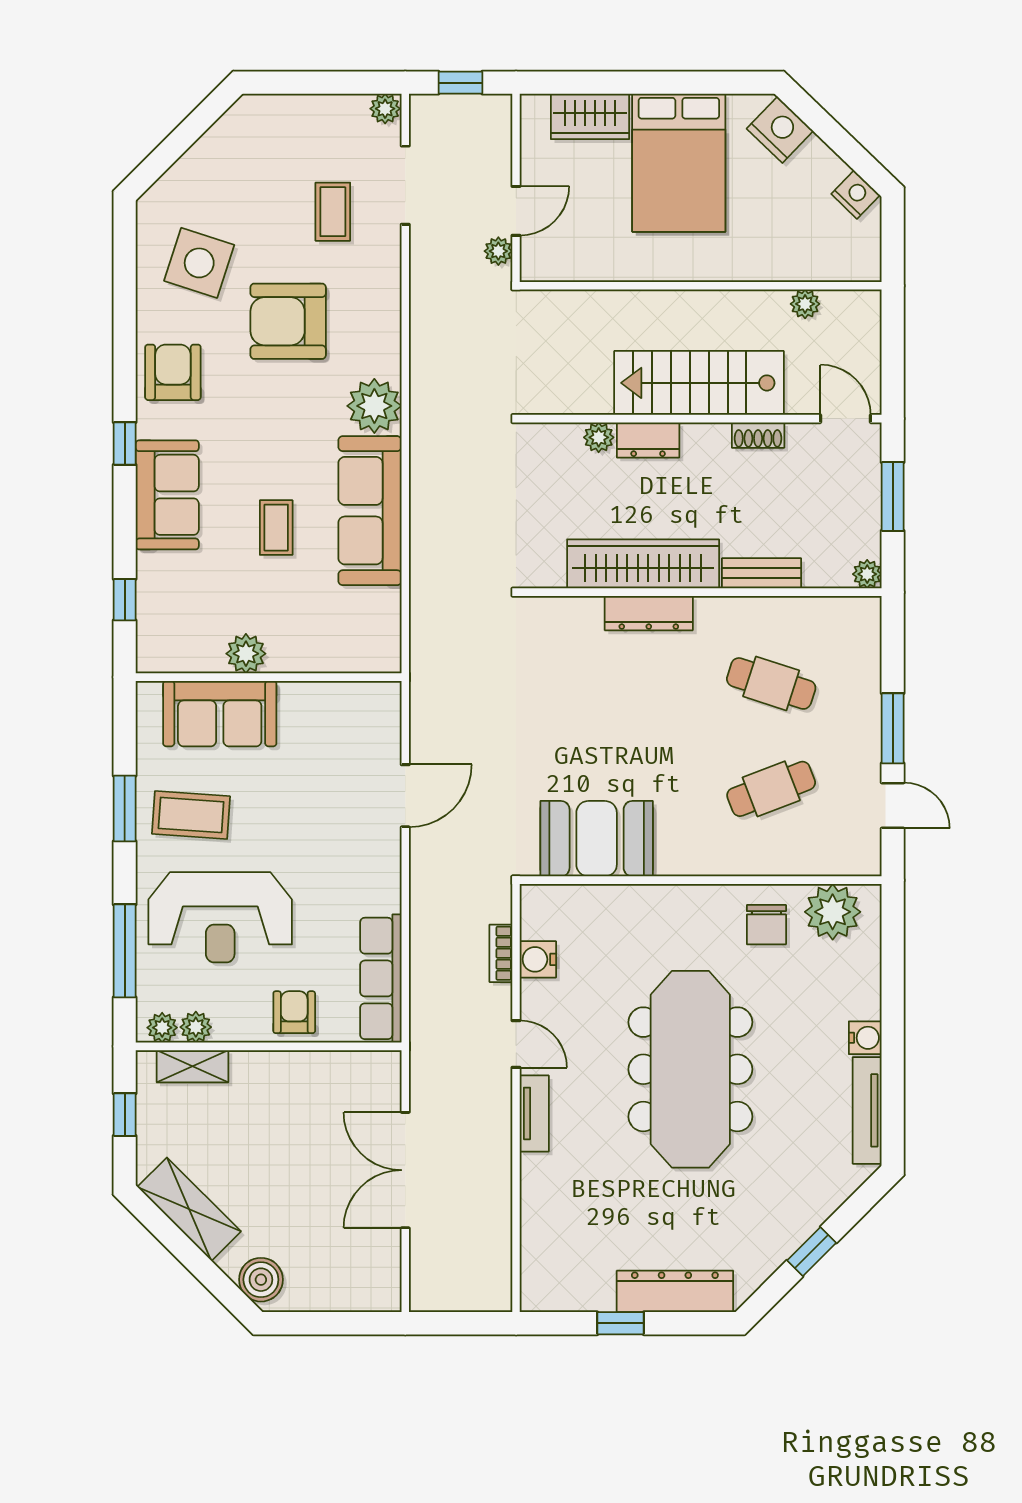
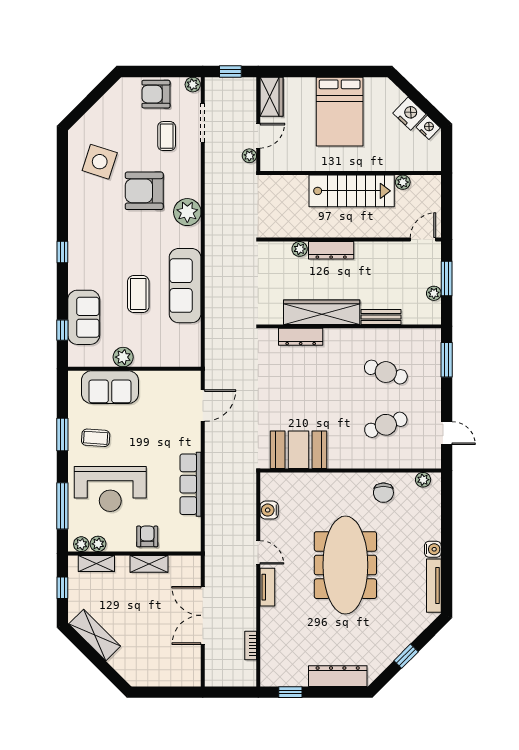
wardrobe: (590, 116) -> (271, 97), moved, turned -90
nightstand: (780, 130) -> (409, 114), moved
armchair: (173, 372) -> (156, 94), moved, turned -90
stairs: (699, 383) -> (352, 191), moved, turned 180
plant: (374, 406) -> (187, 212), moved
door: (845, 419) -> (423, 240), hinge flipped
shoe rack: (758, 435) -> (379, 248), removed
dresser: (648, 440) -> (331, 250), width x1.44
sofa: (167, 495) -> (84, 317), moved
coffee table: (276, 528) -> (138, 294), width x1.36, depth x1.30
plant: (867, 574) -> (434, 293), moved
dresser: (649, 613) -> (301, 337), moved
window: (893, 728) -> (447, 360), moved
door: (405, 796) -> (203, 405), moved
coffee table: (191, 815) -> (96, 438), width x0.73, depth x0.77
plant: (833, 912) -> (423, 480), width x0.53, depth x0.53
bookcase: (501, 953) -> (251, 645), moved
row of seats: (381, 978) -> (191, 484), moved
shelving: (298, 1067) -> (149, 564), added
boiler: (261, 1280) -> (131, 670), removed
window: (620, 1323) -> (290, 692), moved

